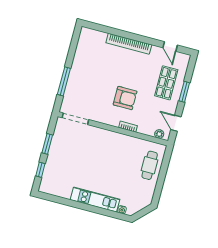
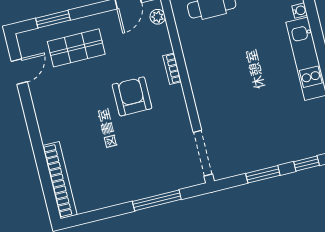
bookcase: (129, 44) -> (60, 180), moved
window: (184, 92) -> (53, 19), moved

